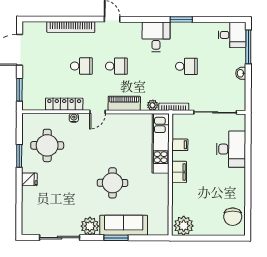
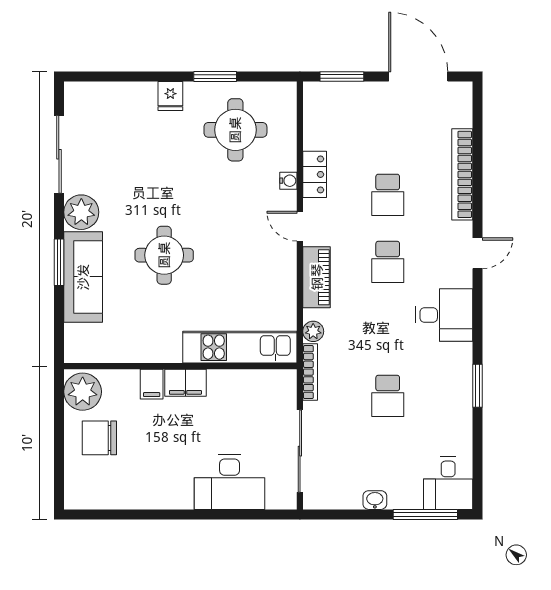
desk: (156, 37) -> (444, 315), moved
locker: (64, 104) -> (315, 174), width x0.66
filing cabinet: (180, 145) -> (152, 384), moved
chair: (233, 217) -> (99, 438), moved

